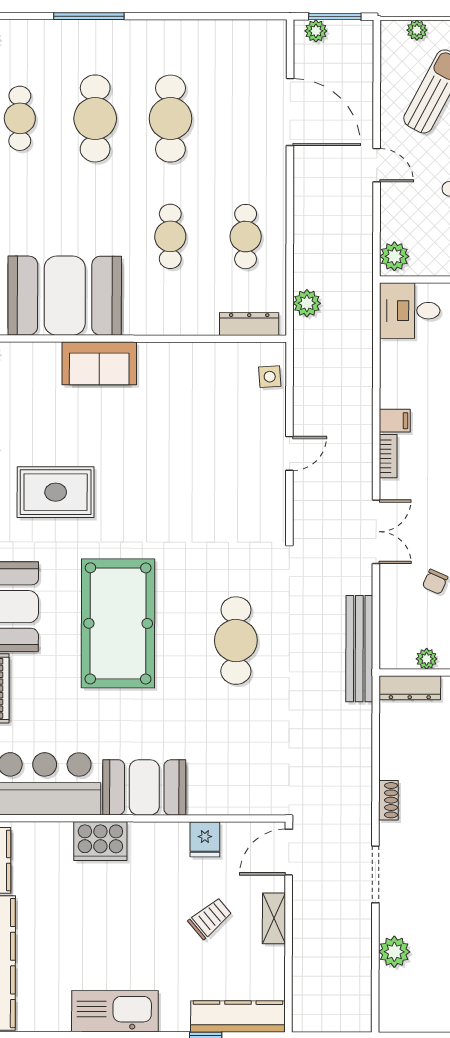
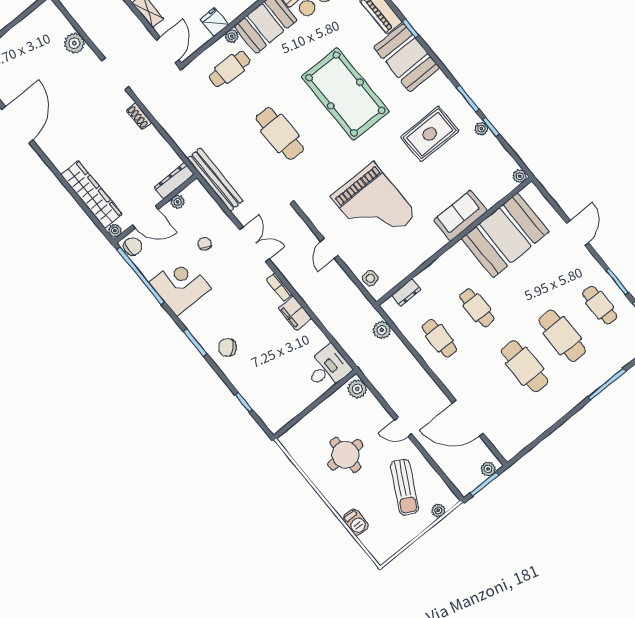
dresser: (249, 324) -> (406, 293), width x0.70
filing cabinet: (395, 421) -> (295, 313), width x2.00
grand piano: (194, 461) -> (374, 206), added
double door: (376, 532) -> (254, 245), swing flipped
cafe table: (233, 768) -> (230, 69), added
plant: (198, 805) -> (232, 36), added

